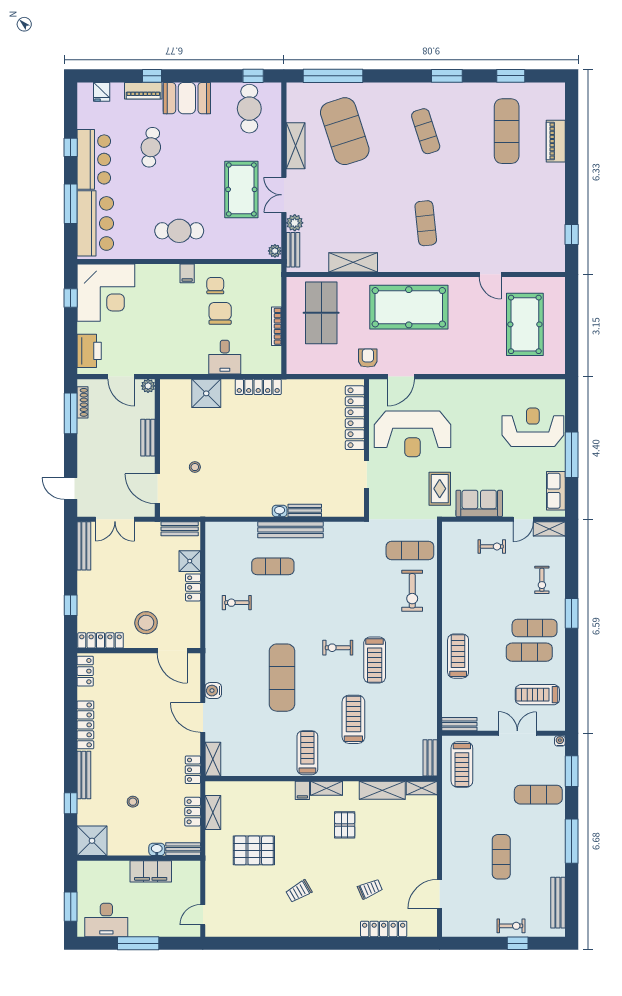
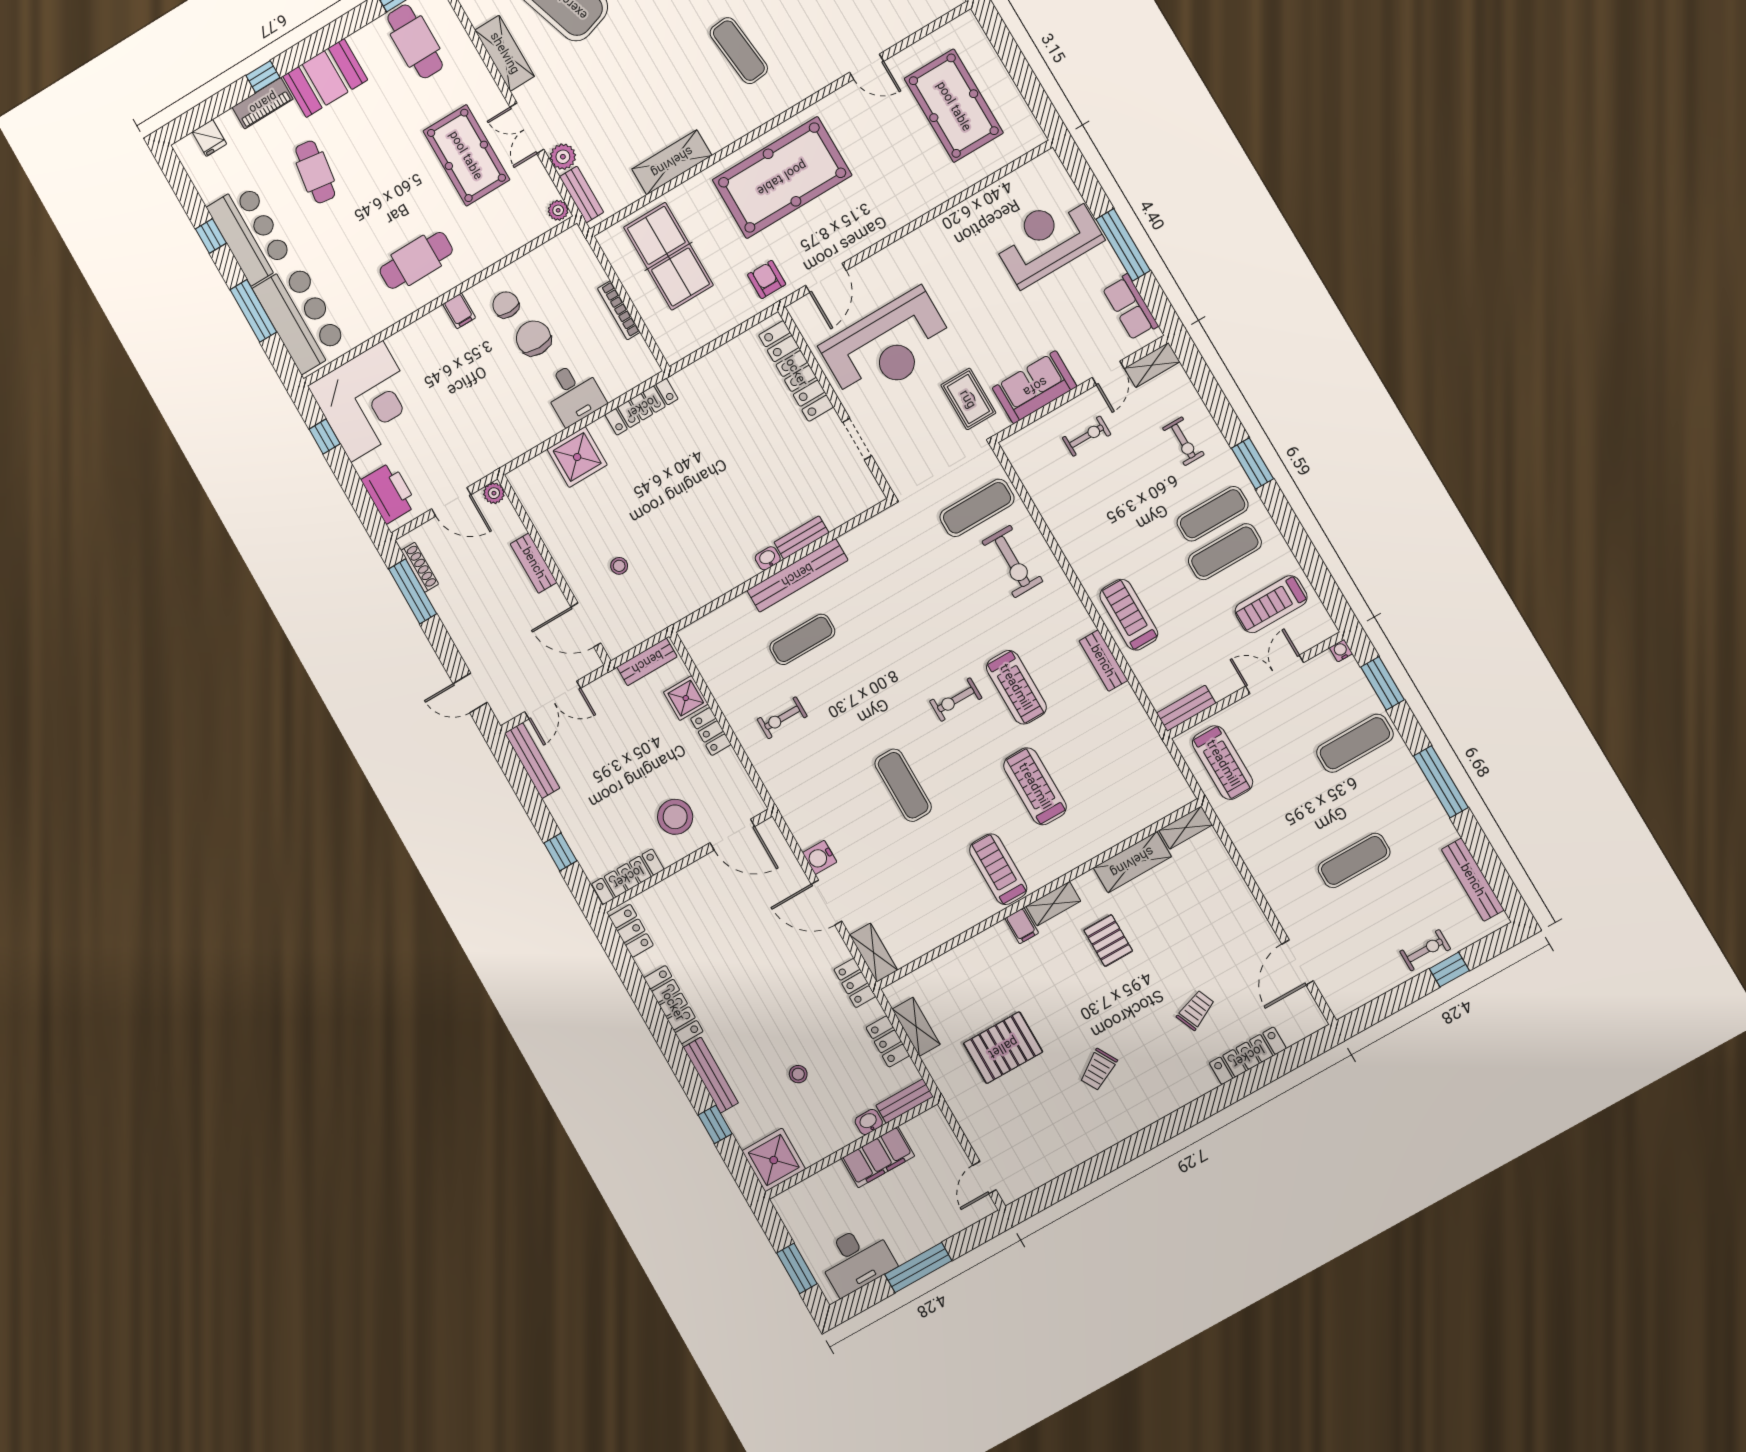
exercise mat: (282, 678) -> (903, 785), width x0.73, depth x0.69
bench: (430, 758) -> (1103, 661), moved
exercise mat: (501, 857) -> (1354, 860), turned 90

